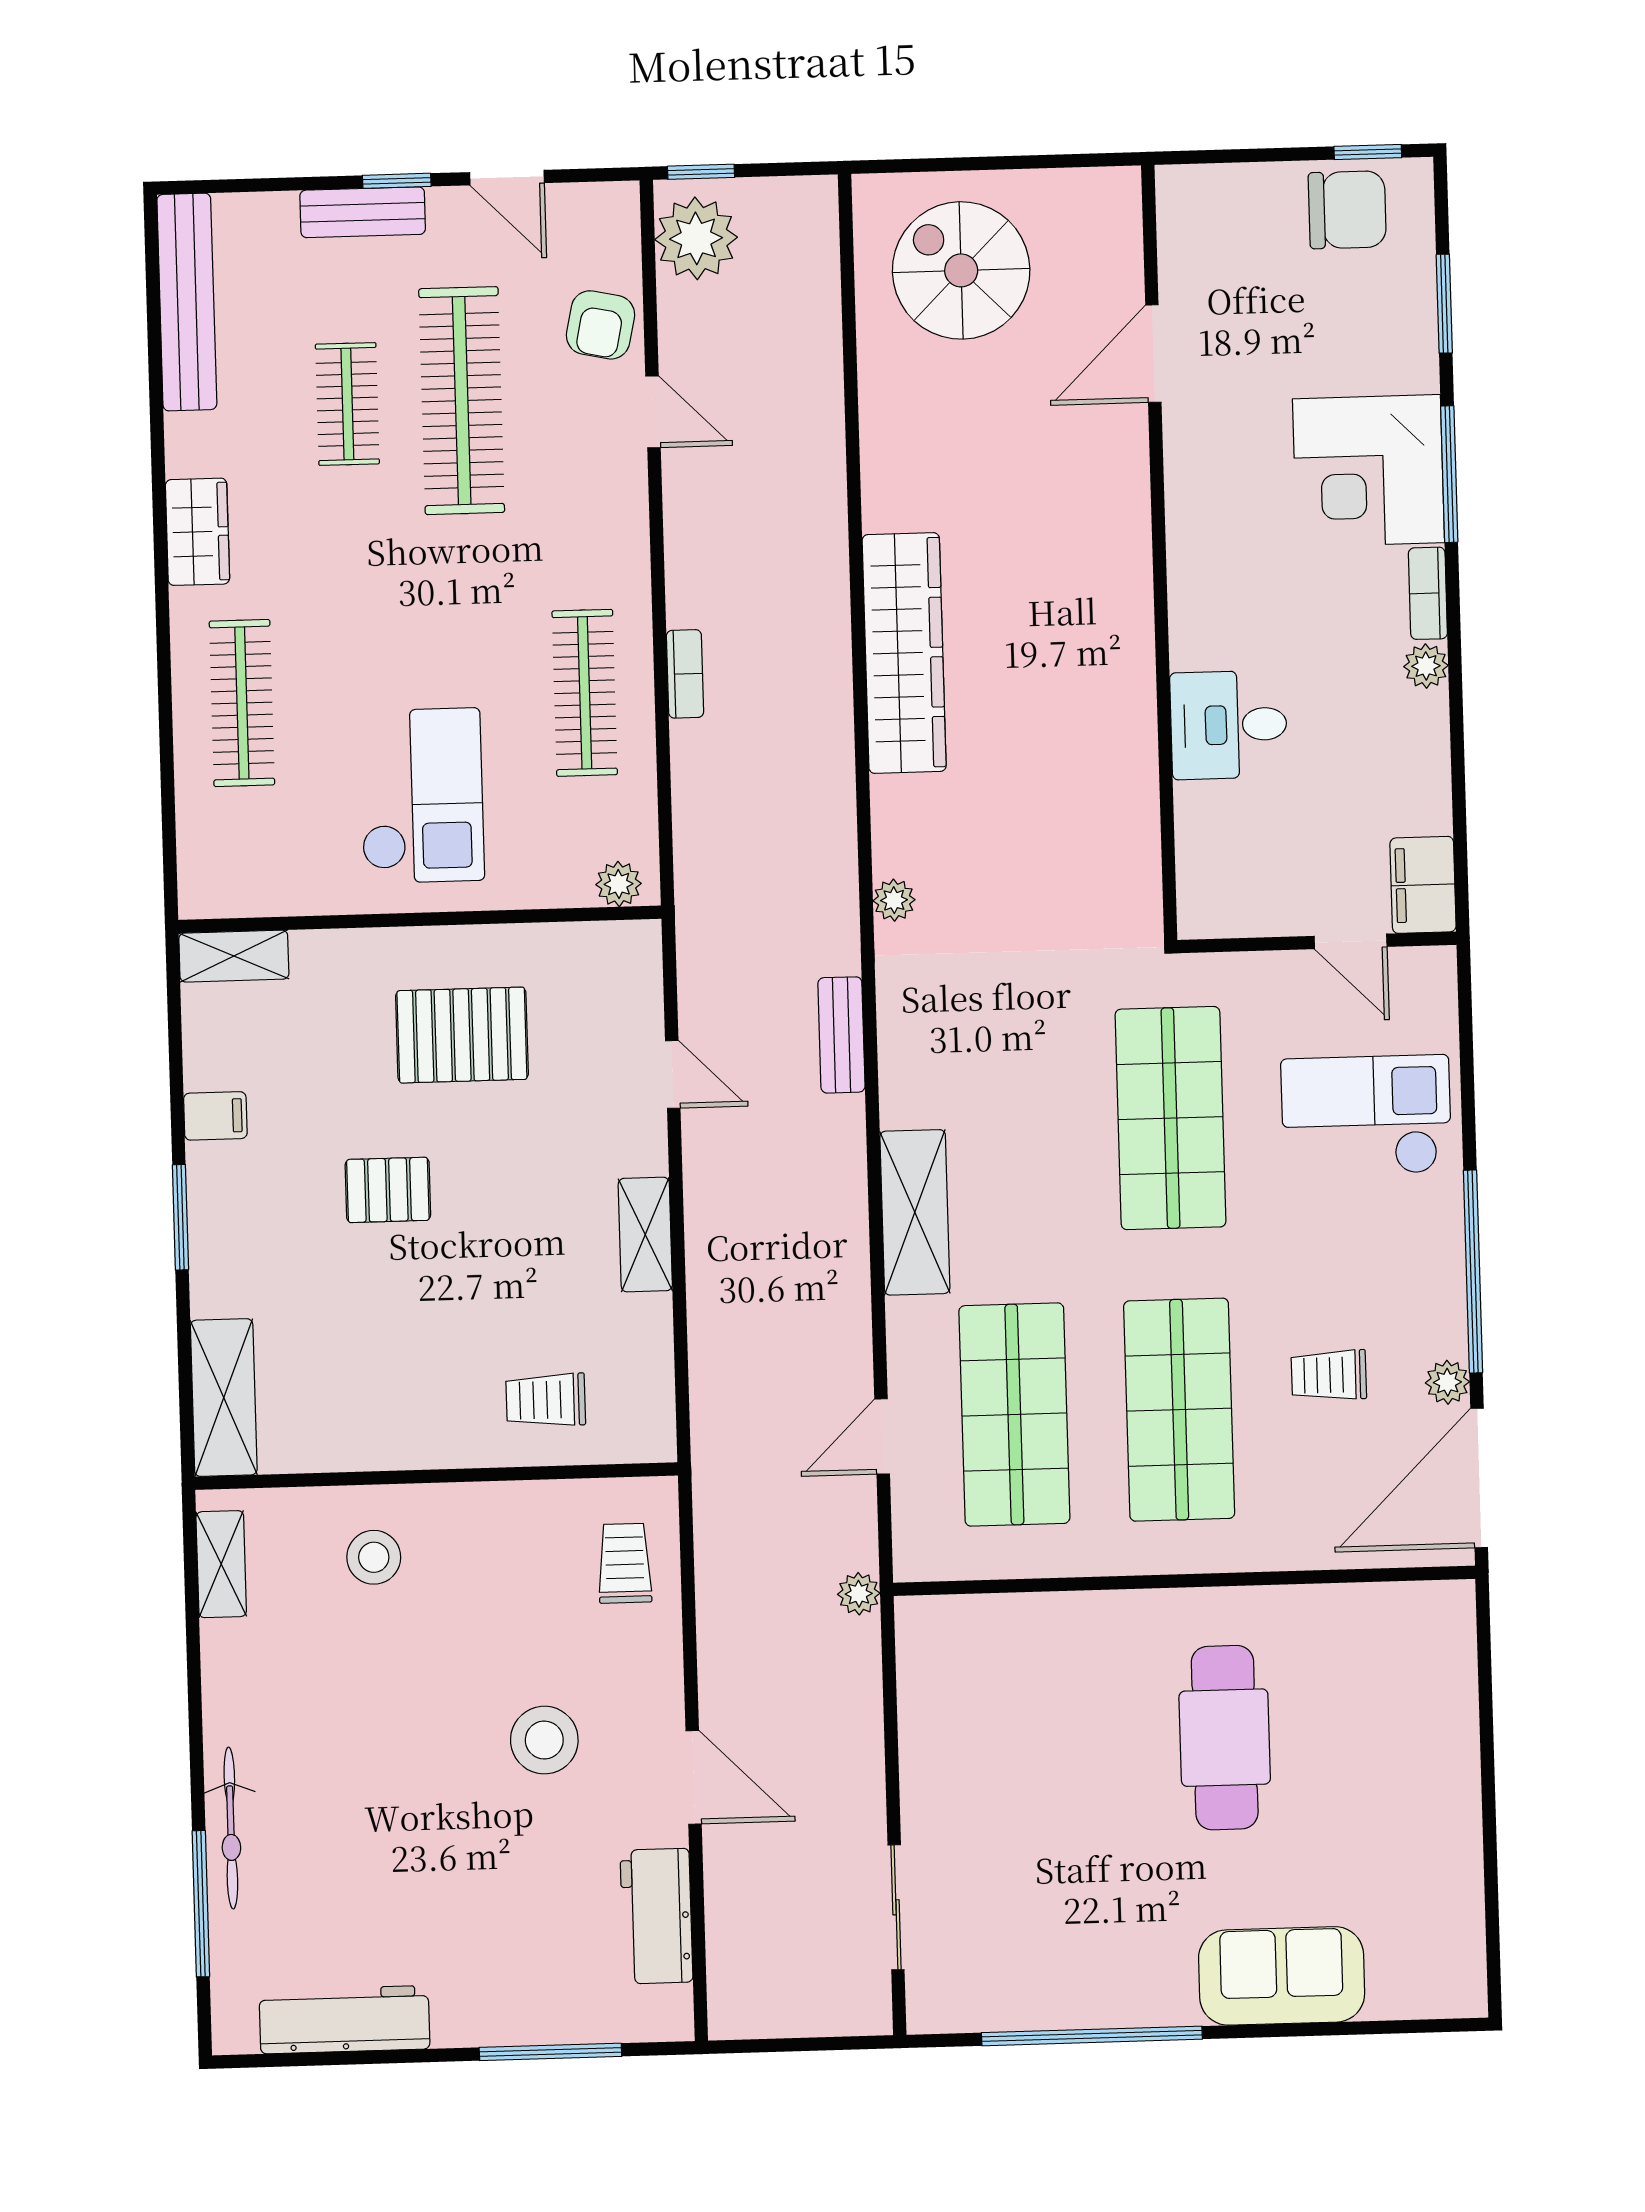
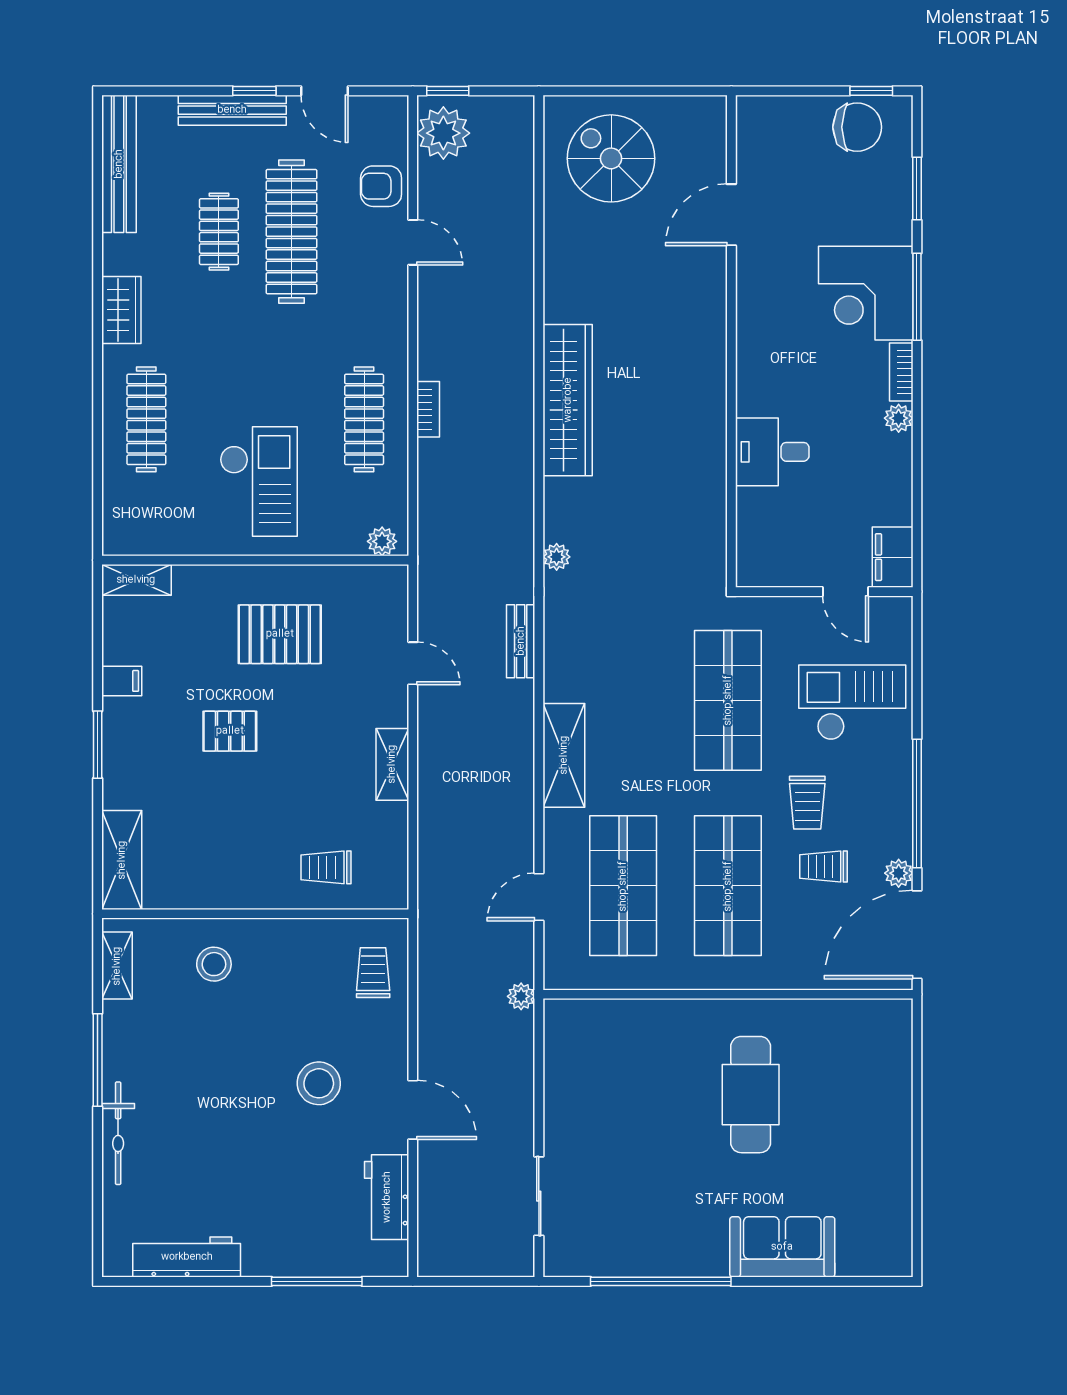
bench: (363, 212) -> (232, 110), width x1.36
armchair: (600, 325) -> (381, 186), turned 78
trolley: (1300, 1275) -> (807, 803), added
window: (201, 1904) -> (98, 1060), moved

